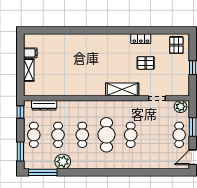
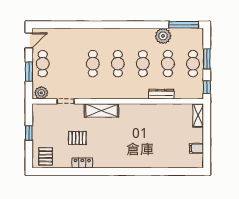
shelving: (29, 70) -> (198, 115), moved
dresser: (44, 105) -> (161, 94), moved
cafe table: (106, 135) -> (118, 64), width x0.73, depth x0.74
window: (20, 152) -> (207, 59), moved

